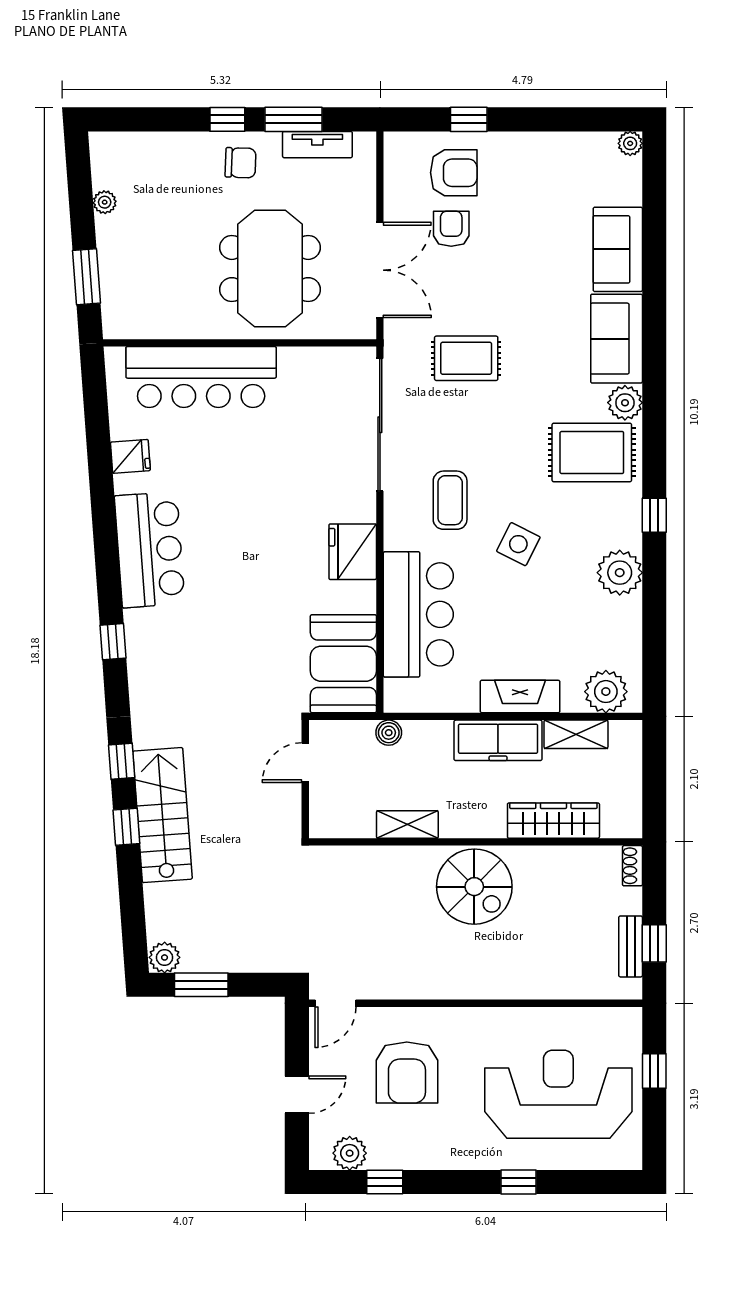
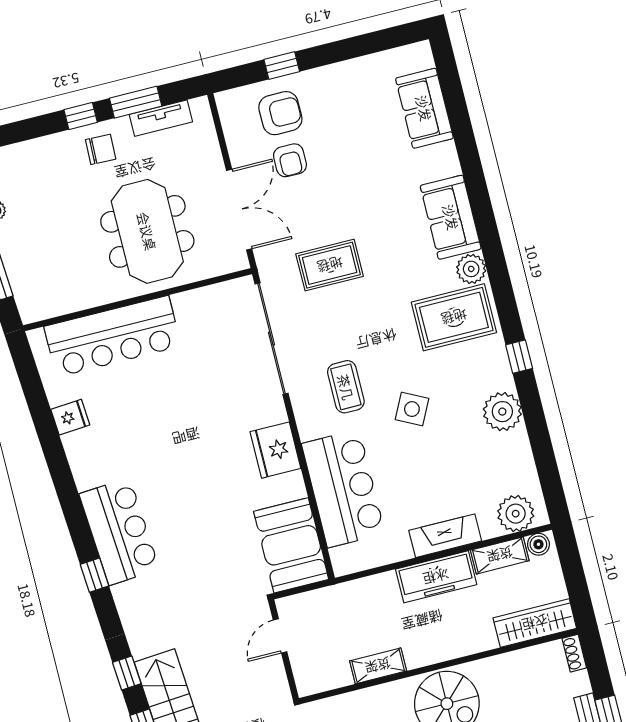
plant: (630, 143) -> (421, 52), removed
armchair: (451, 229) -> (290, 160), turned 180
sofa: (618, 249) -> (424, 108), moved
bar counter: (150, 550) -> (119, 532), moved
boiler: (389, 733) -> (538, 544), moved
wardrobe: (553, 821) -> (535, 623), moved

